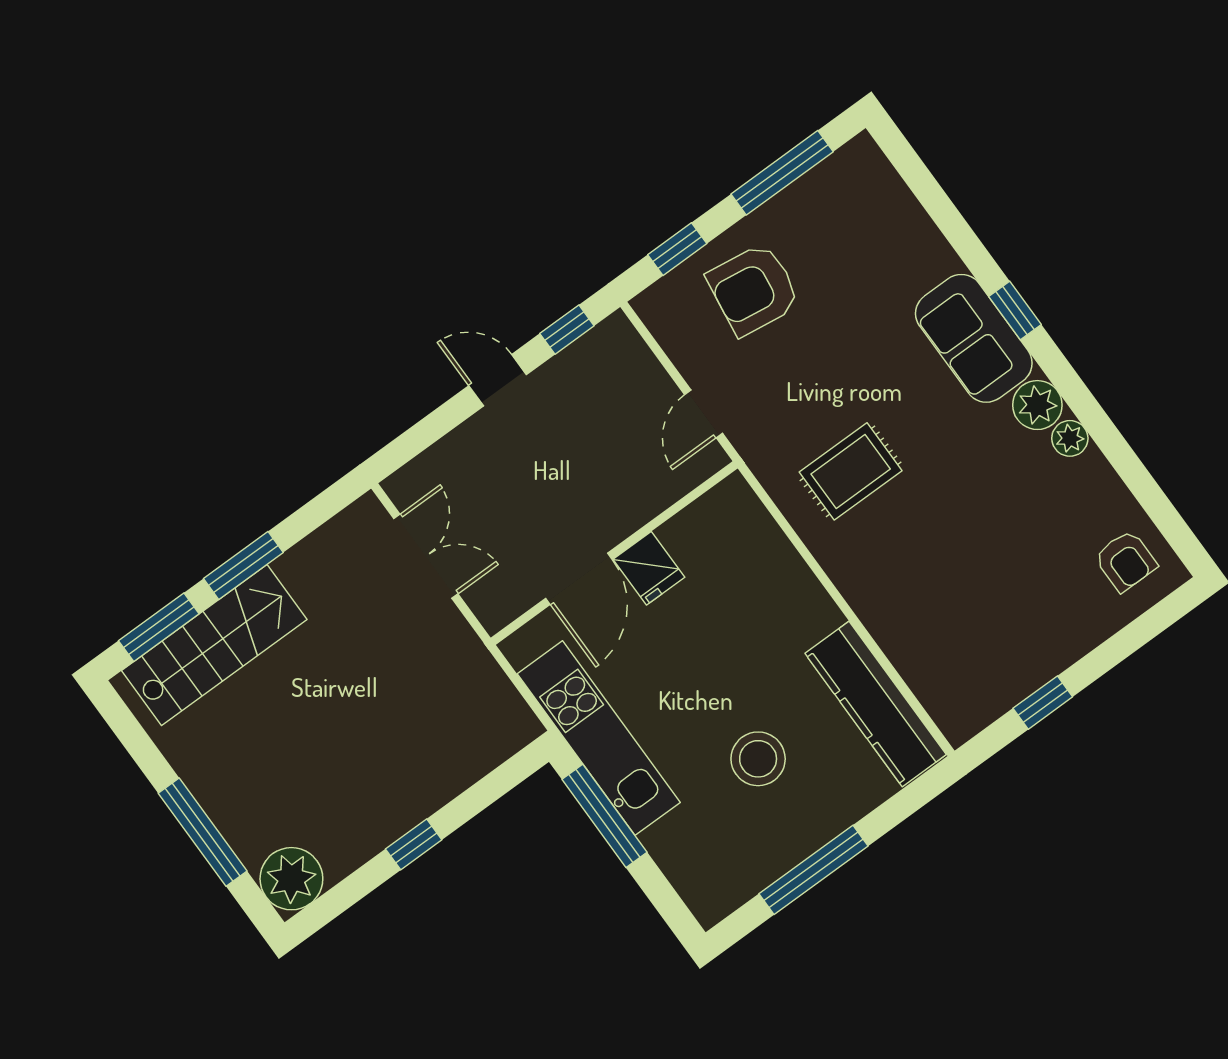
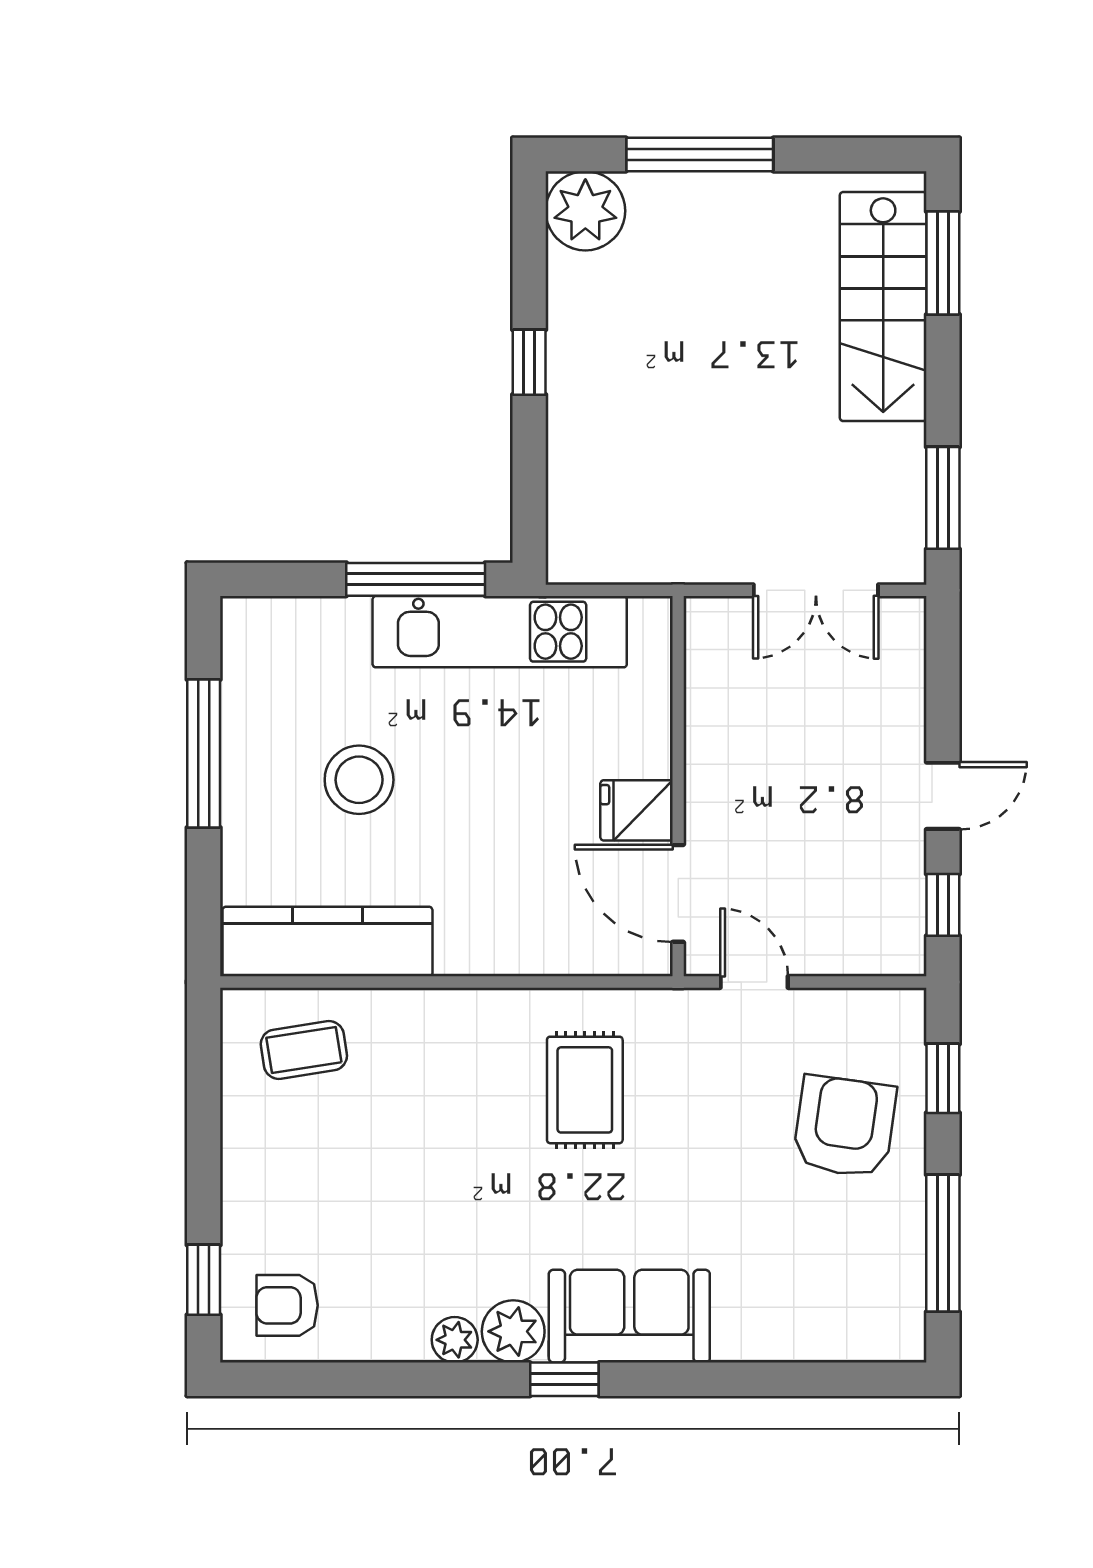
window: (1015, 310) -> (564, 1379), moved
window: (243, 566) -> (943, 498), moved
door: (579, 579) -> (678, 893), moved
coffee table: (955, 669) -> (304, 1050), added
window: (1043, 703) -> (204, 1280), moved

